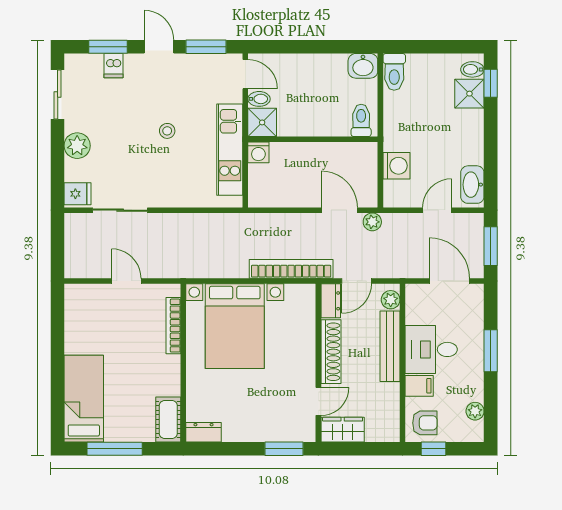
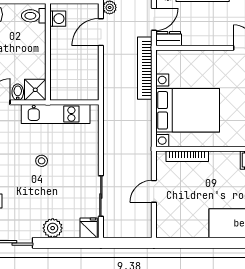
washing machine: (258, 152) -> (58, 19), moved
door: (356, 281) -> (154, 19), hinge flipped
shoe rack: (331, 352) -> (207, 38), removed

